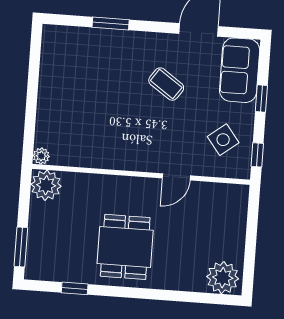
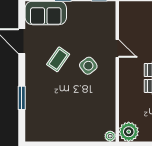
side table: (223, 140) -> (88, 66), moved

